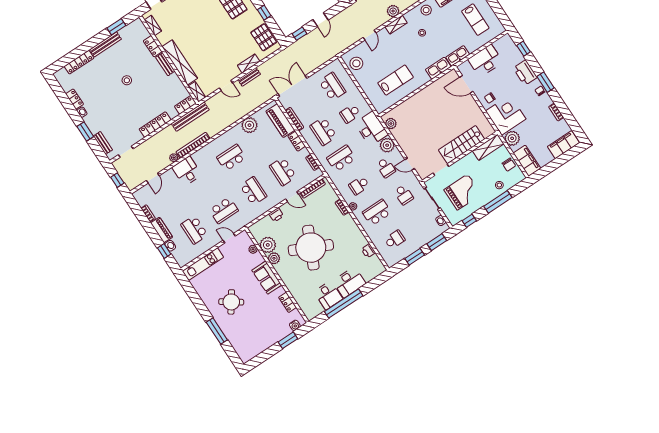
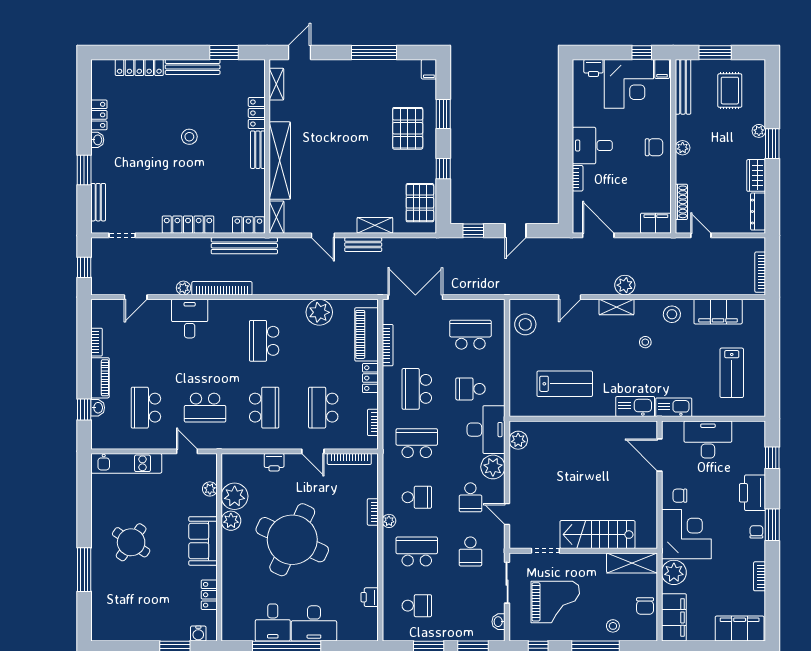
school desk: (332, 87) -> (470, 335), turned -90
school desk: (231, 158) -> (264, 341), turned -90
school desk: (359, 185) -> (417, 497), turned 180

